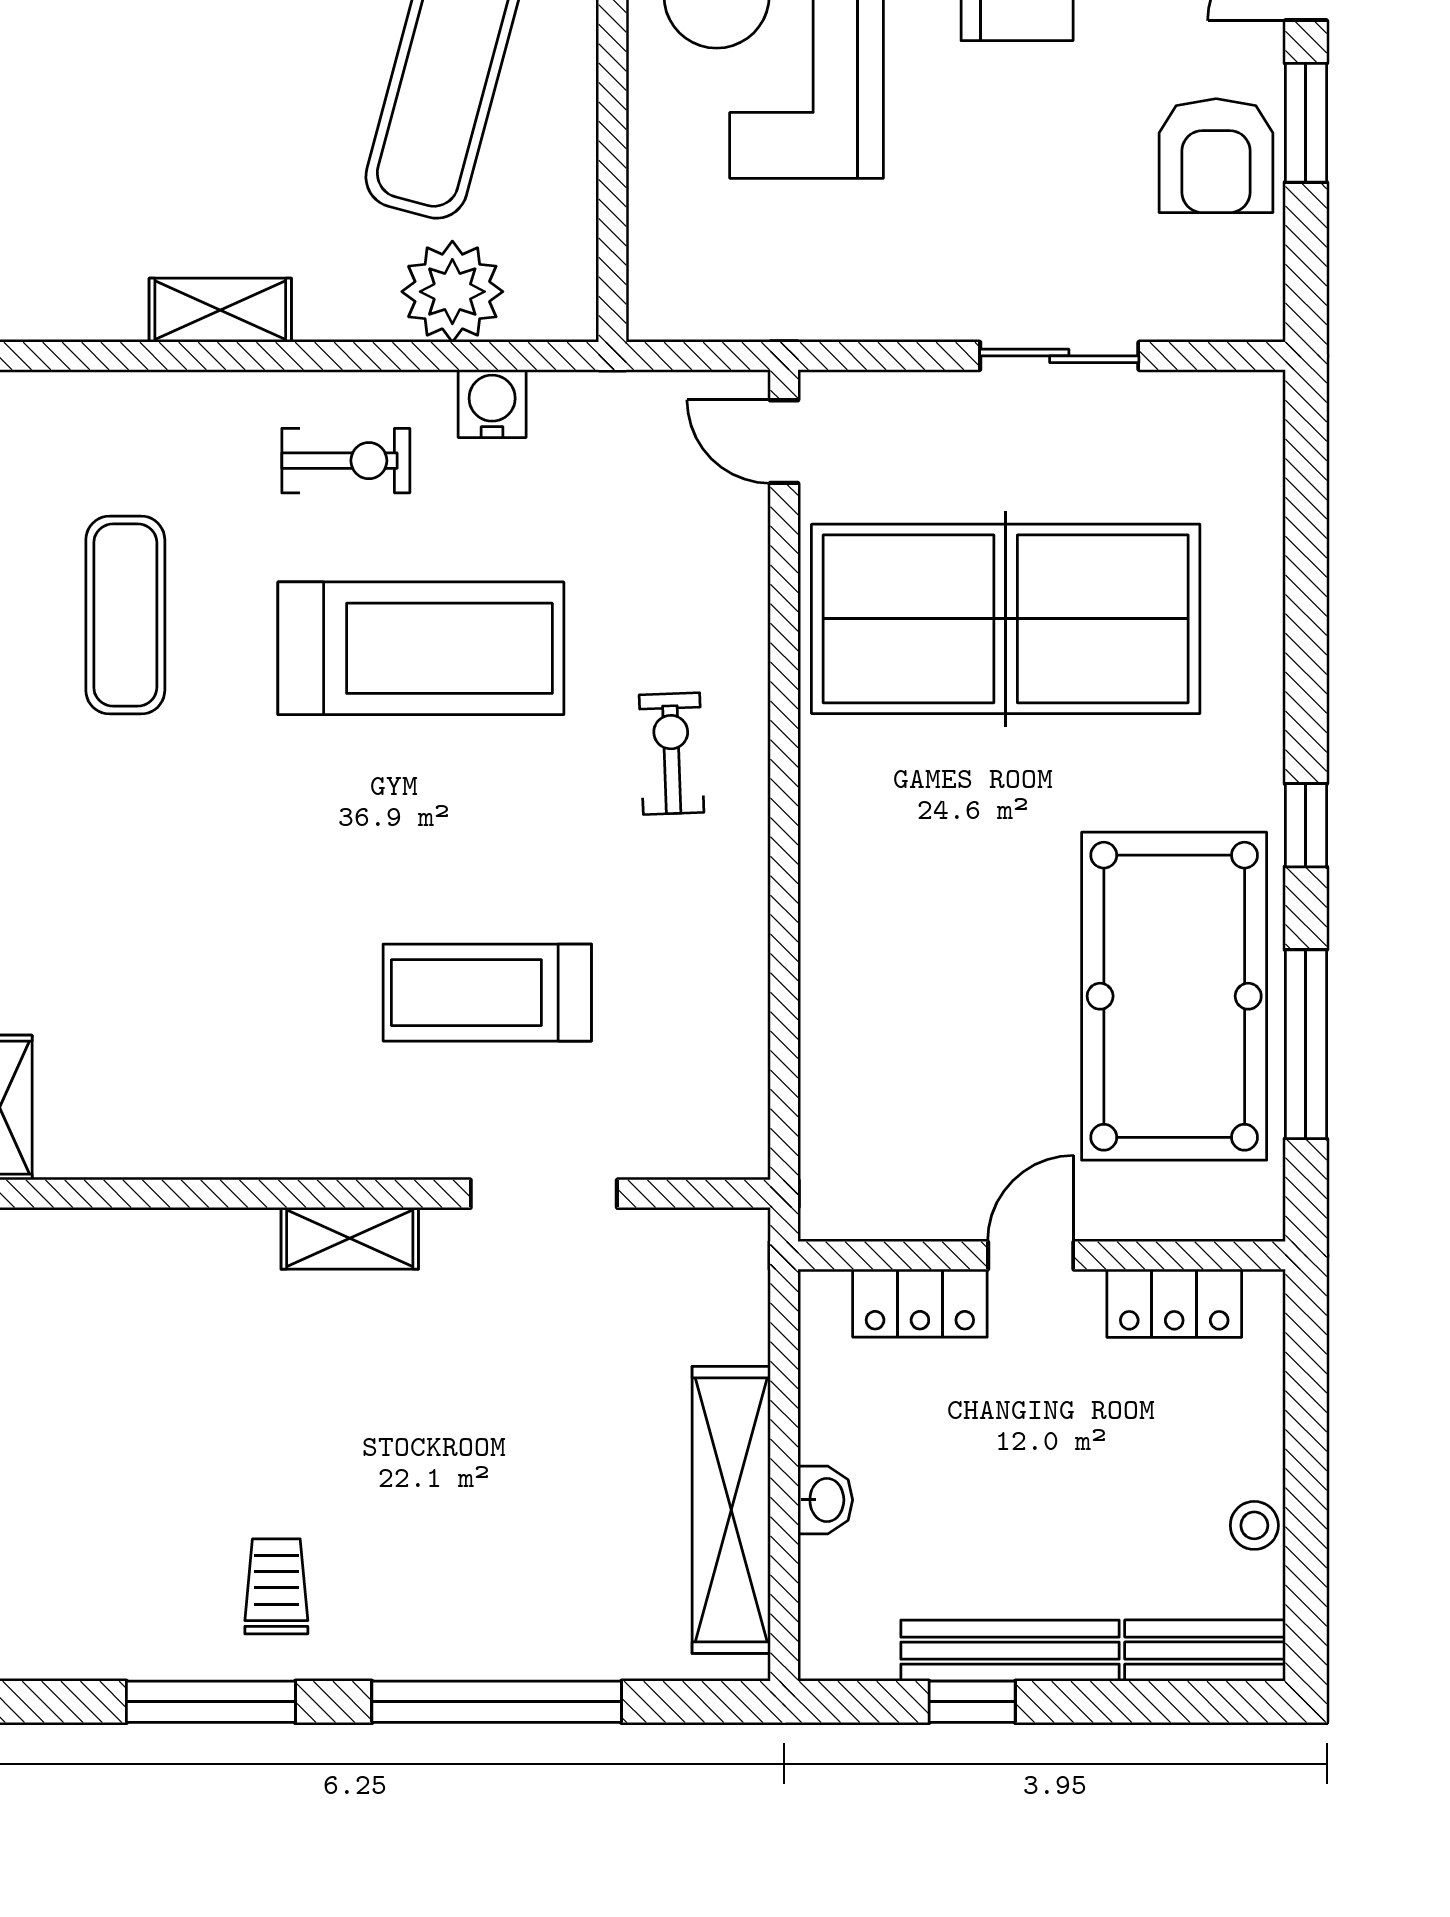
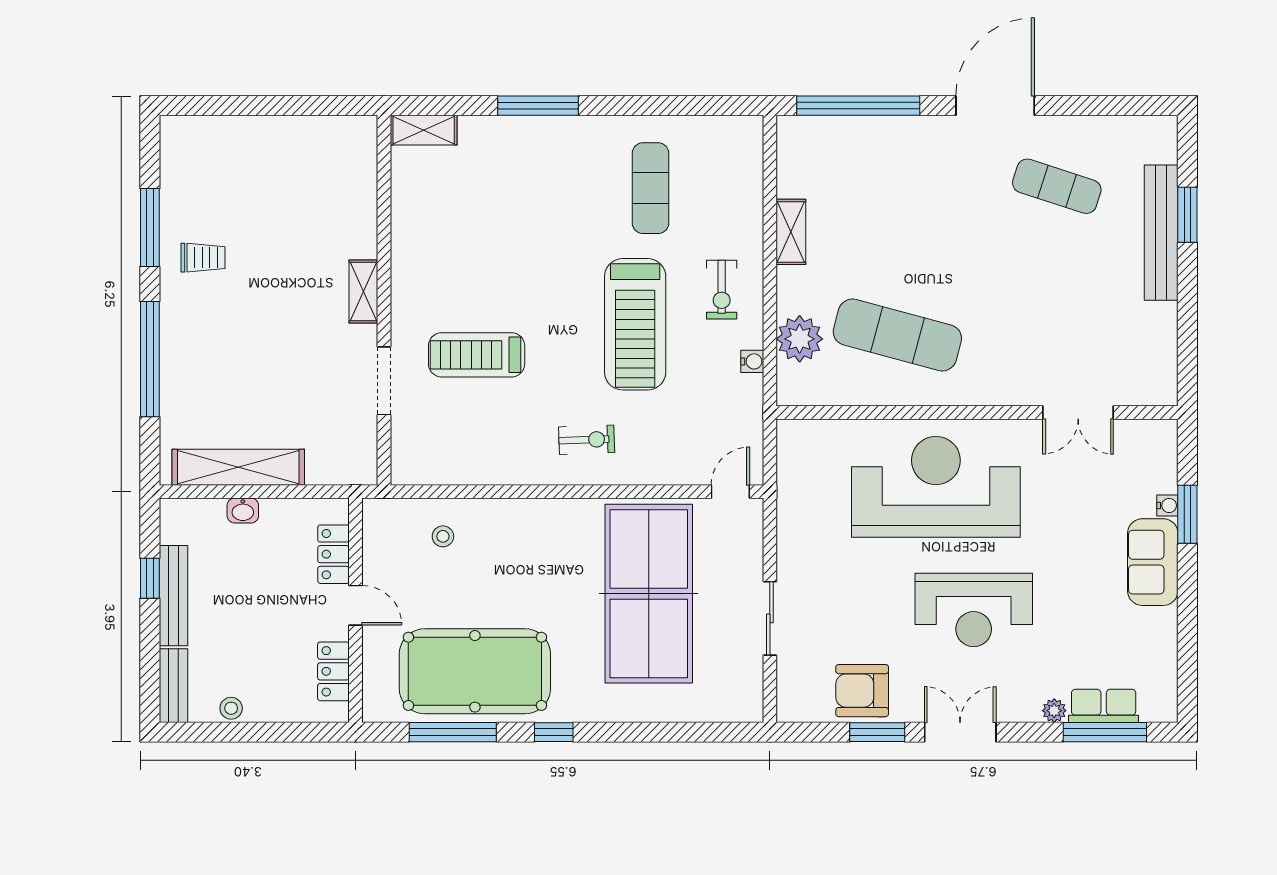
water cooler: (492, 404) -> (752, 361), width x0.72, depth x0.72
exercise mat: (125, 615) -> (651, 188), turned 90
treadmill: (487, 993) -> (477, 355), turned -90
stool: (881, 1066) -> (443, 536), added

